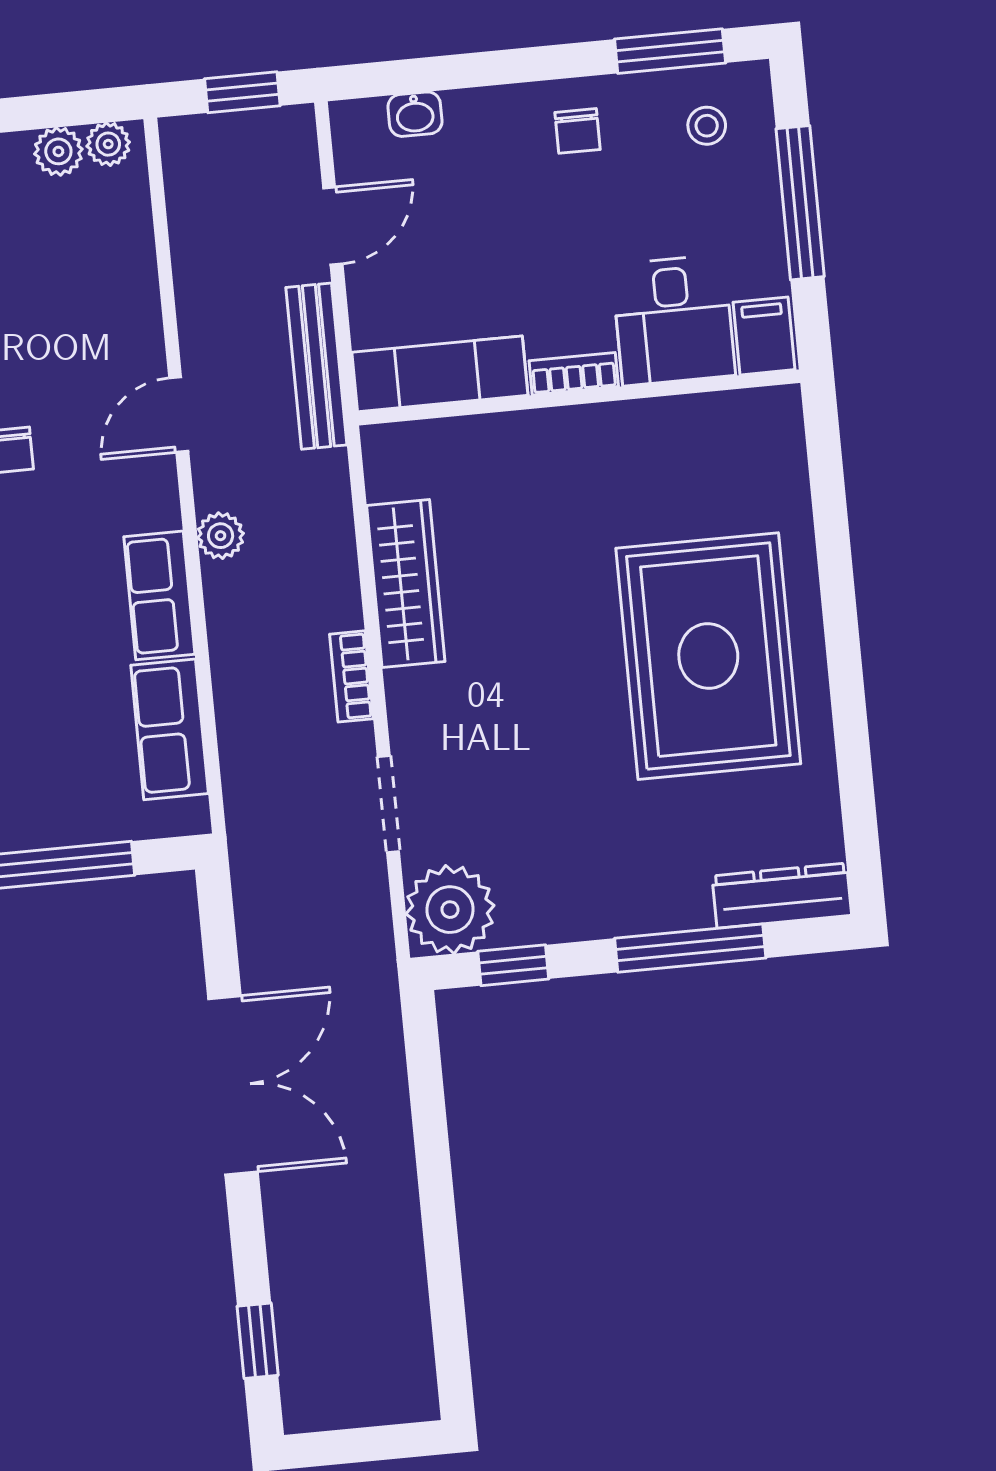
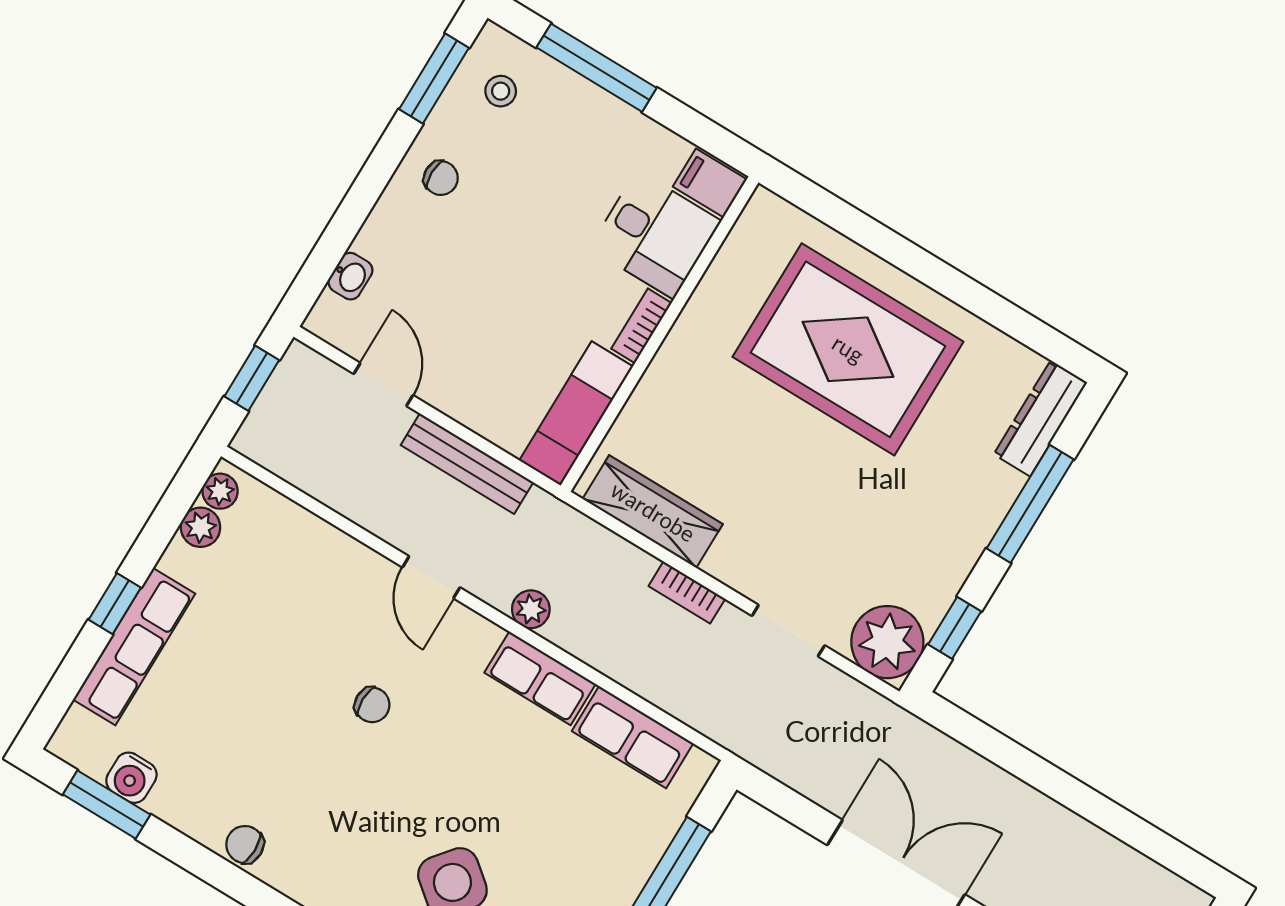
desk: (673, 320) -> (655, 235), moved
filing cabinet: (764, 336) -> (710, 183), moved
exam couch: (440, 374) -> (576, 413), moved
bookcase: (574, 374) -> (641, 326), moved
wall: (579, 397) -> (660, 334), moved

